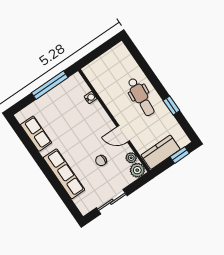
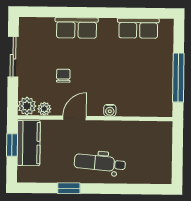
water cooler: (90, 98) -> (110, 110), moved
window: (180, 155) -> (12, 145), moved
row of seats: (64, 174) -> (77, 28), width x0.68

